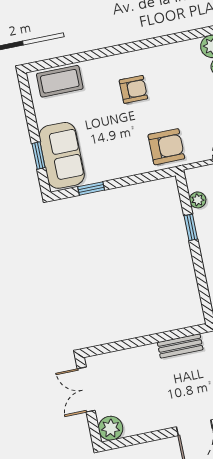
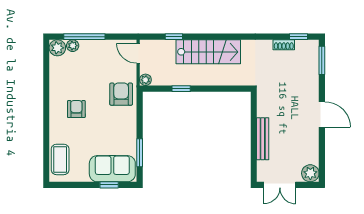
window: (91, 188) -> (140, 153), width x1.50
plant: (198, 200) -> (145, 80), moved
bench: (180, 346) -> (263, 139), moved, width x1.36

